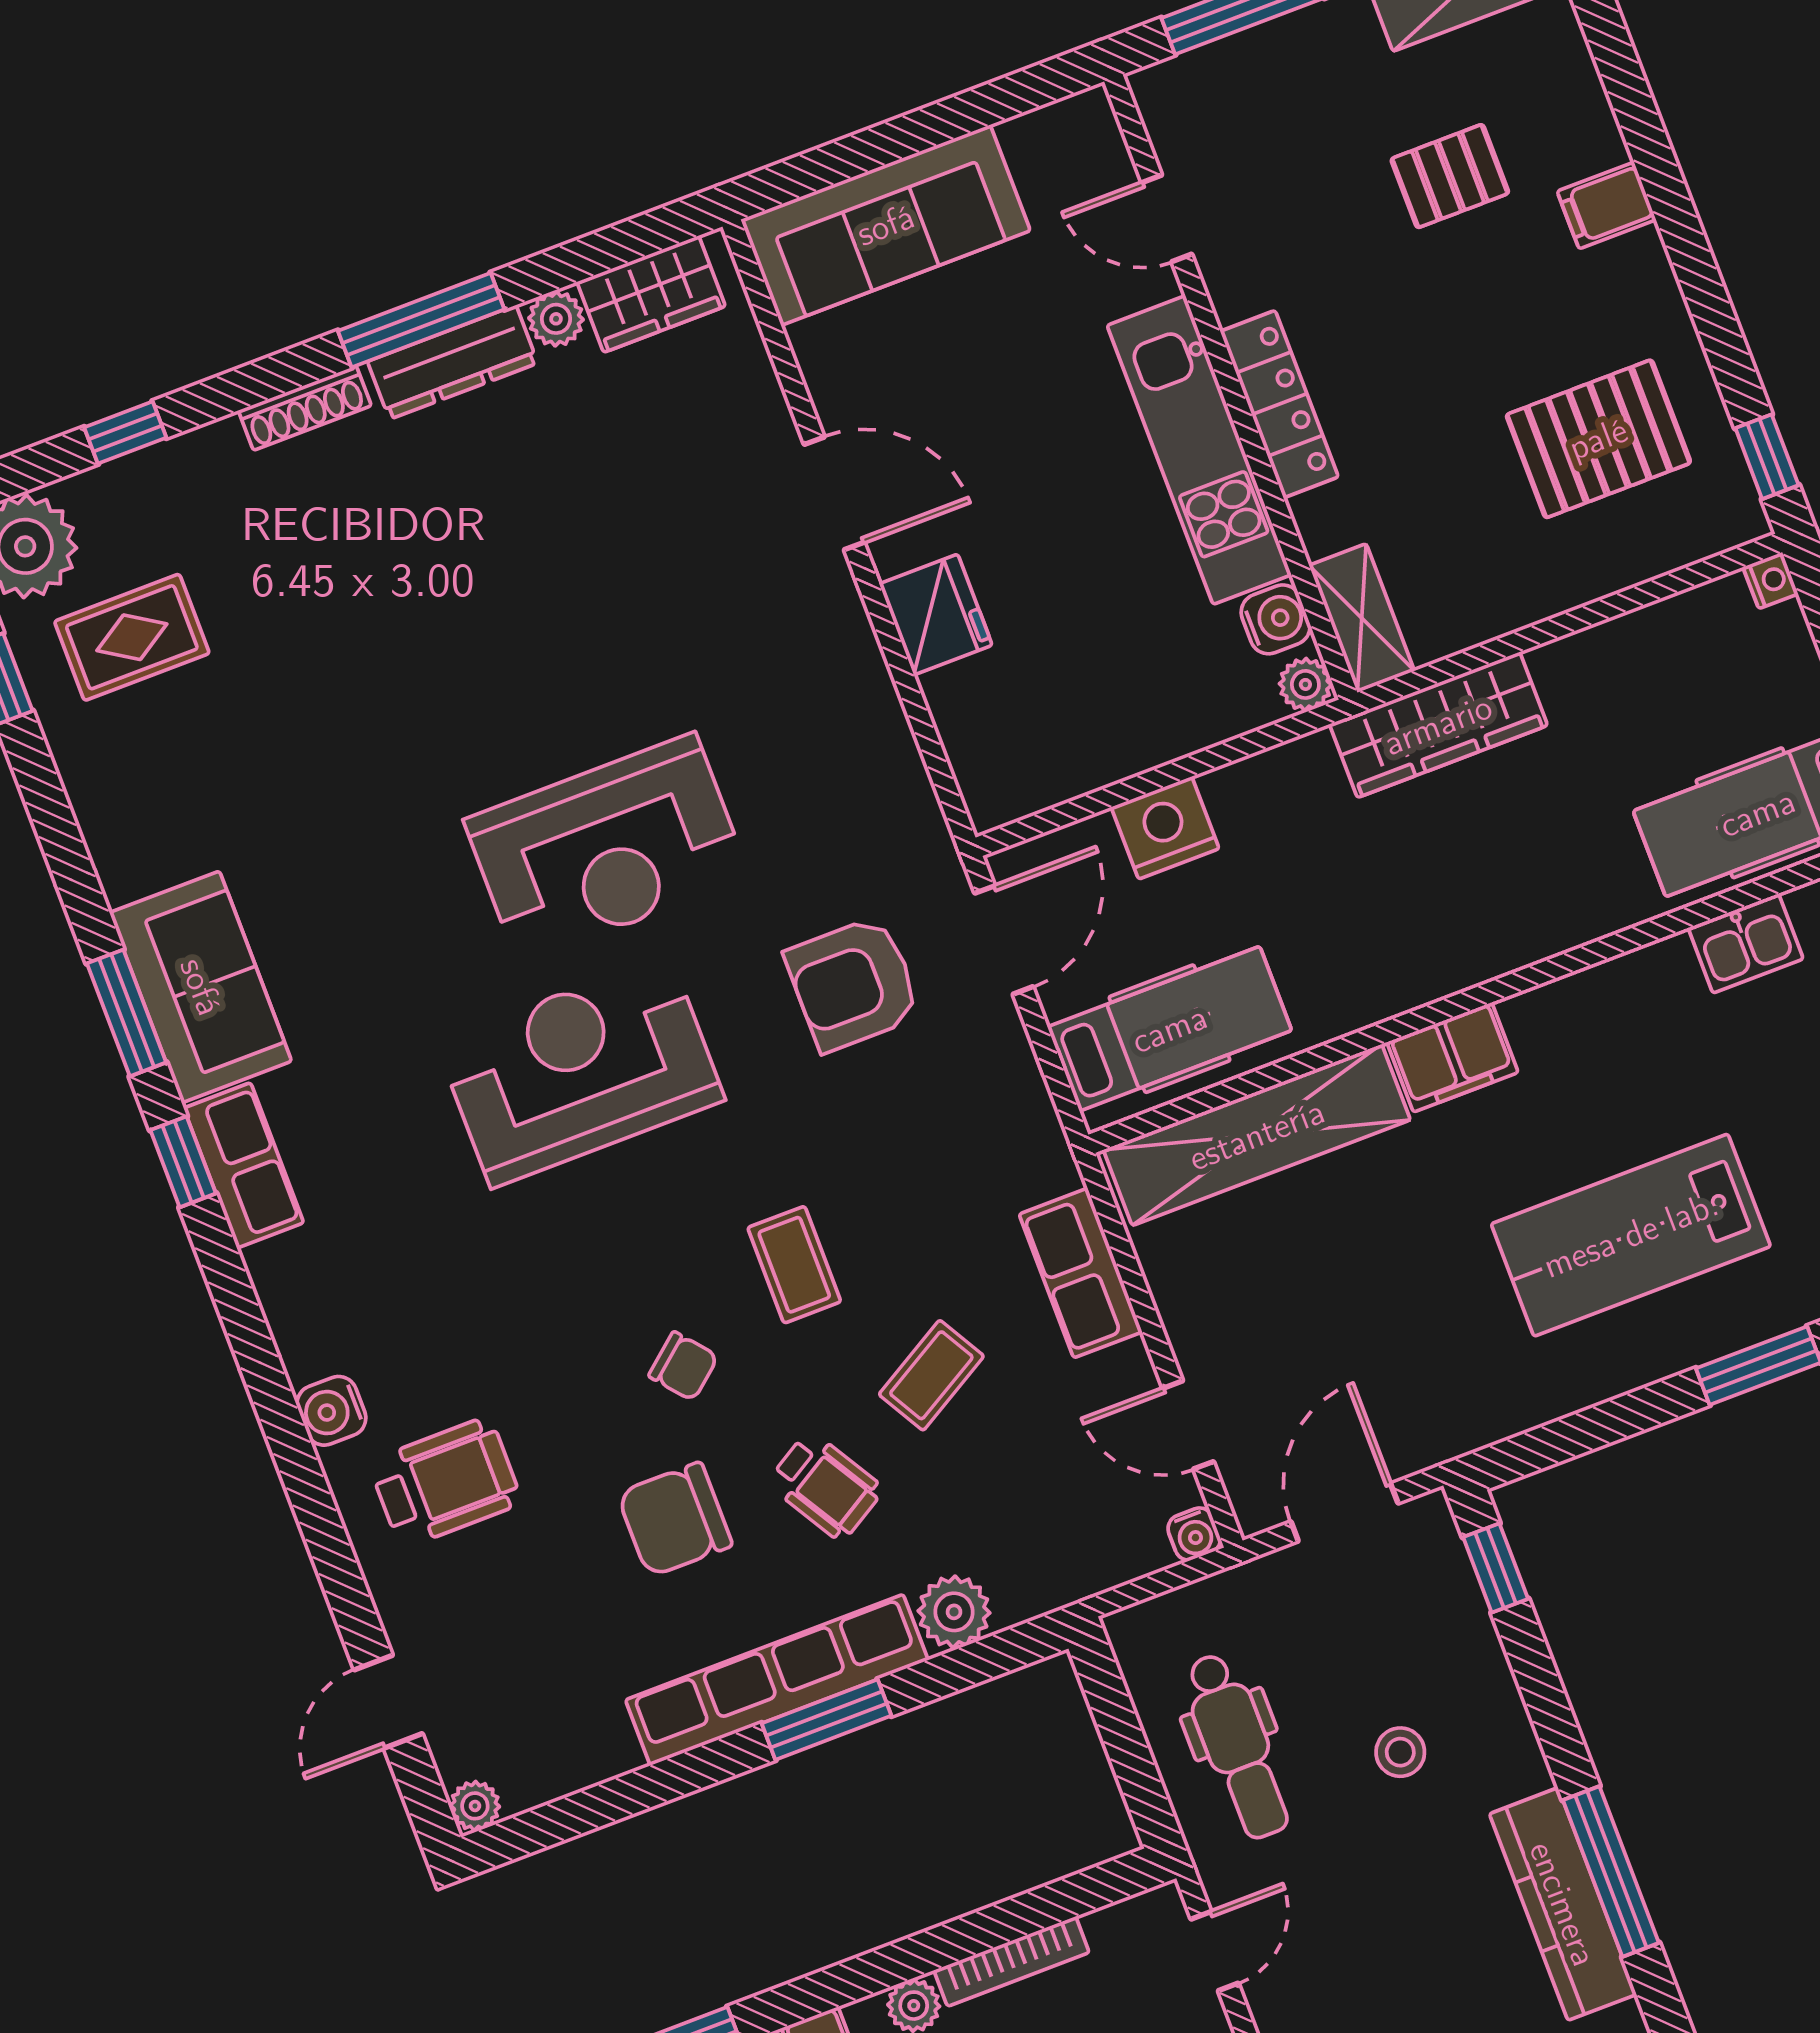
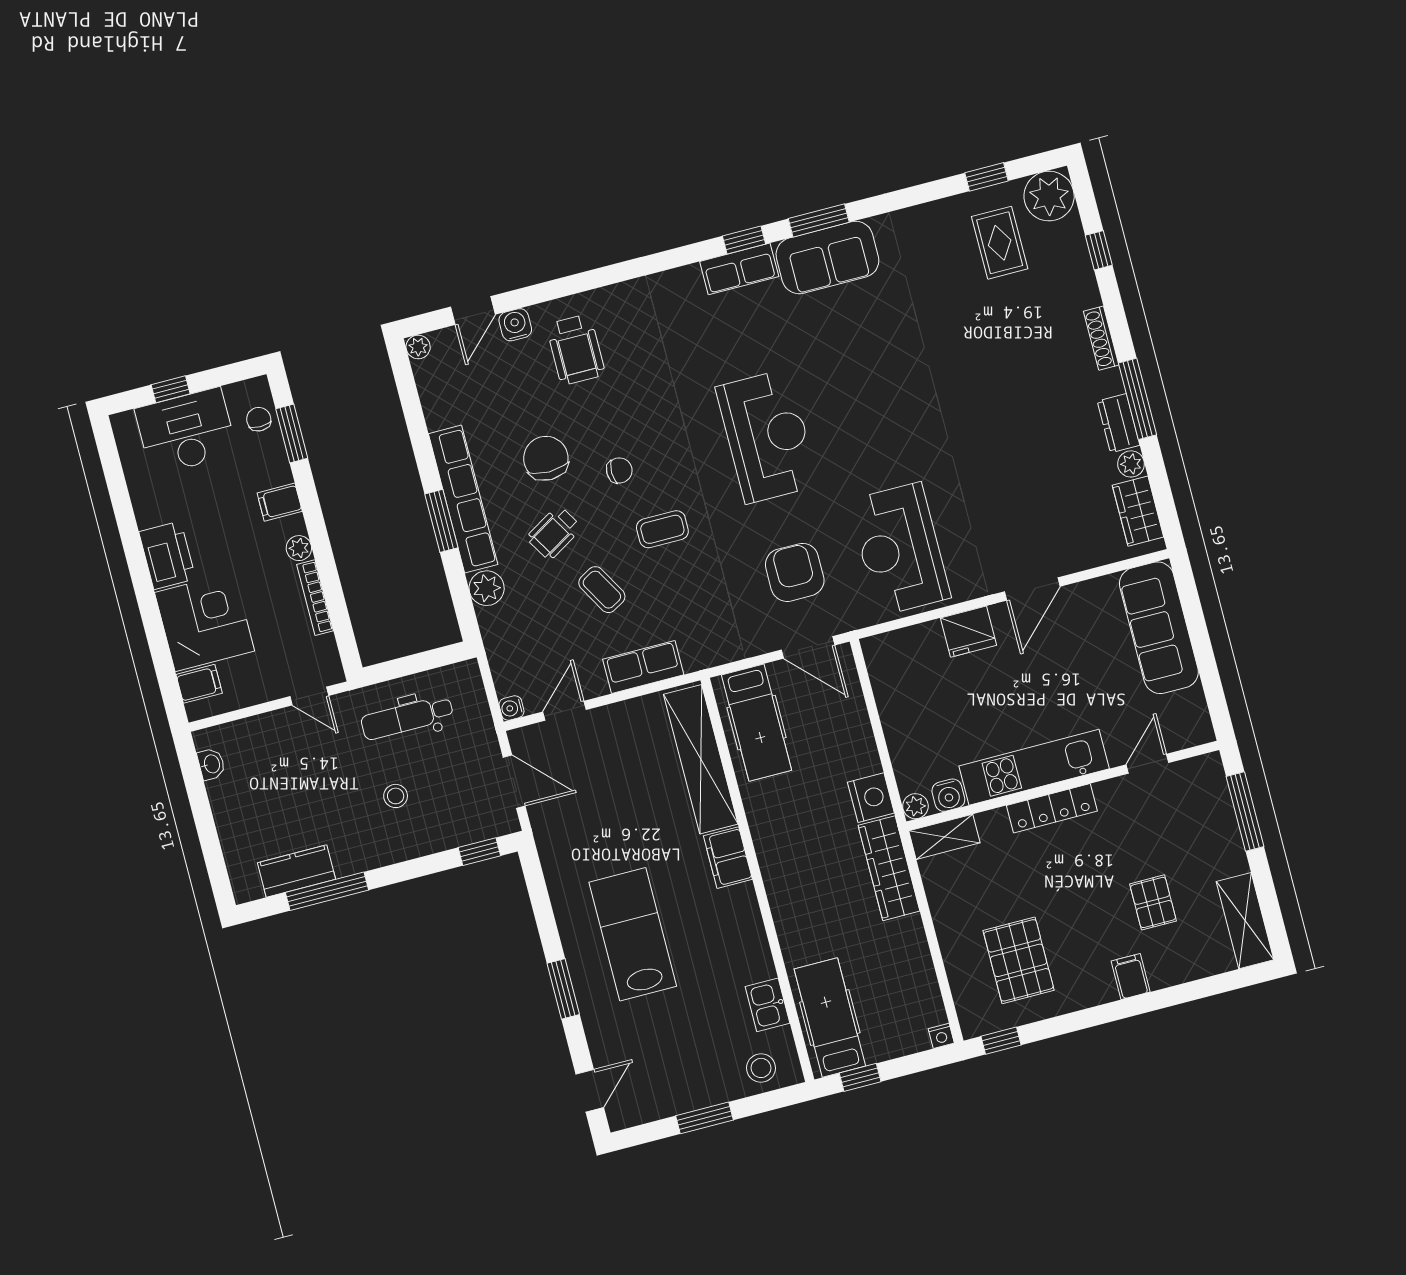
dresser: (453, 362) -> (1118, 423), width x0.70
nightstand: (1165, 828) -> (871, 798), moved
reception desk: (607, 849) -> (900, 549), moved
chair: (683, 1366) -> (619, 470), turned -140
water cooler: (331, 1411) -> (515, 325), moved
door: (388, 1702) -> (473, 311), swing flipped
kitchen counter: (1563, 1904) -> (296, 871), width x0.67

